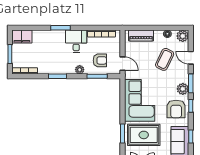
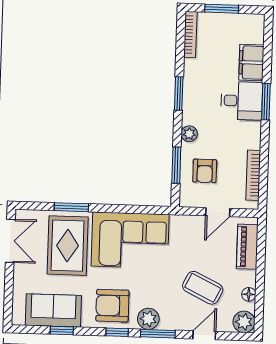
filing cabinet: (22, 37) -> (251, 62), moved
desk: (76, 41) -> (242, 101), moved
door: (122, 64) -> (218, 212), moved

